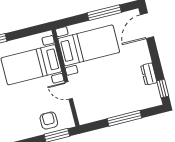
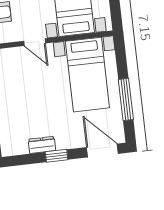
window: (163, 88) -> (57, 156), moved
door: (69, 90) -> (35, 42), swing flipped

